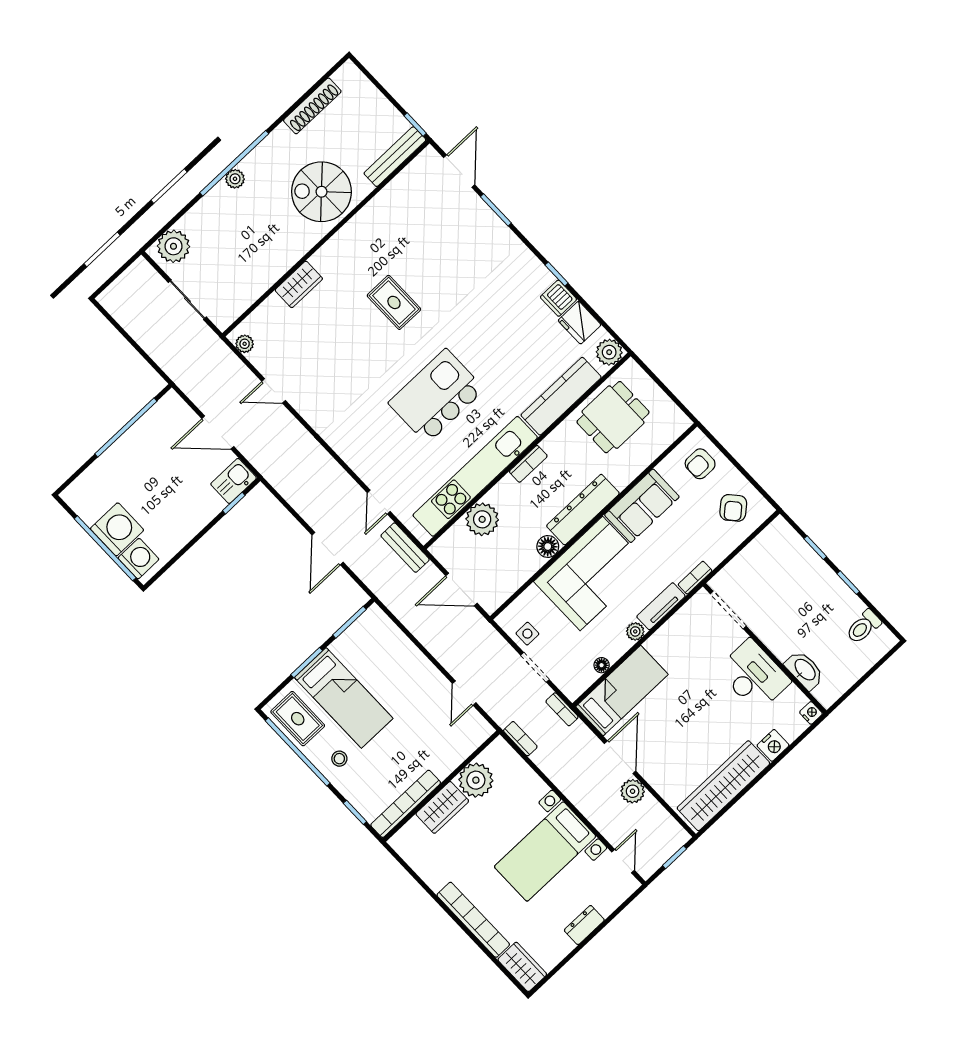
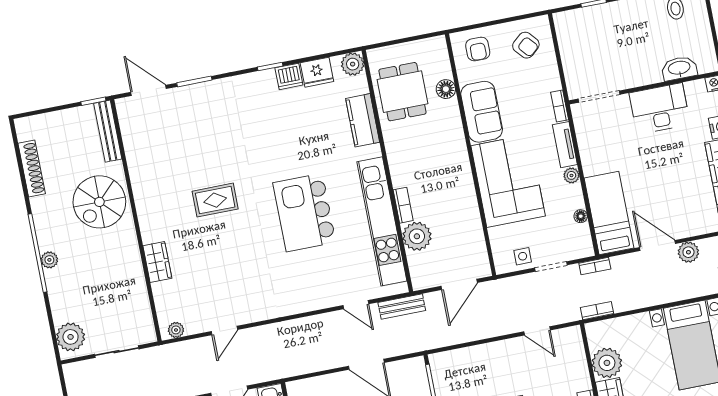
kitchen counter: (561, 396) -> (363, 120), width x0.67
bookcase: (528, 464) -> (403, 205), moved
dresser: (583, 510) -> (457, 157), removed
floor lamp: (548, 547) -> (446, 89), moved

